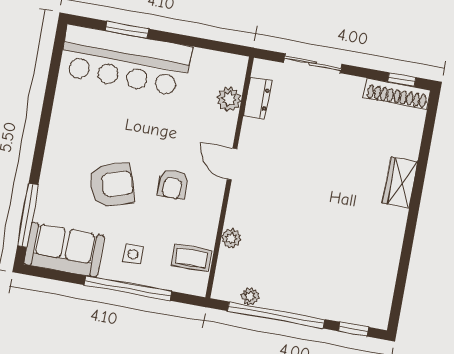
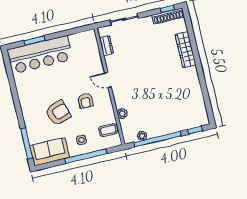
plant: (229, 99) -> (94, 52), removed
wardrobe: (400, 182) -> (186, 50), width x1.50

